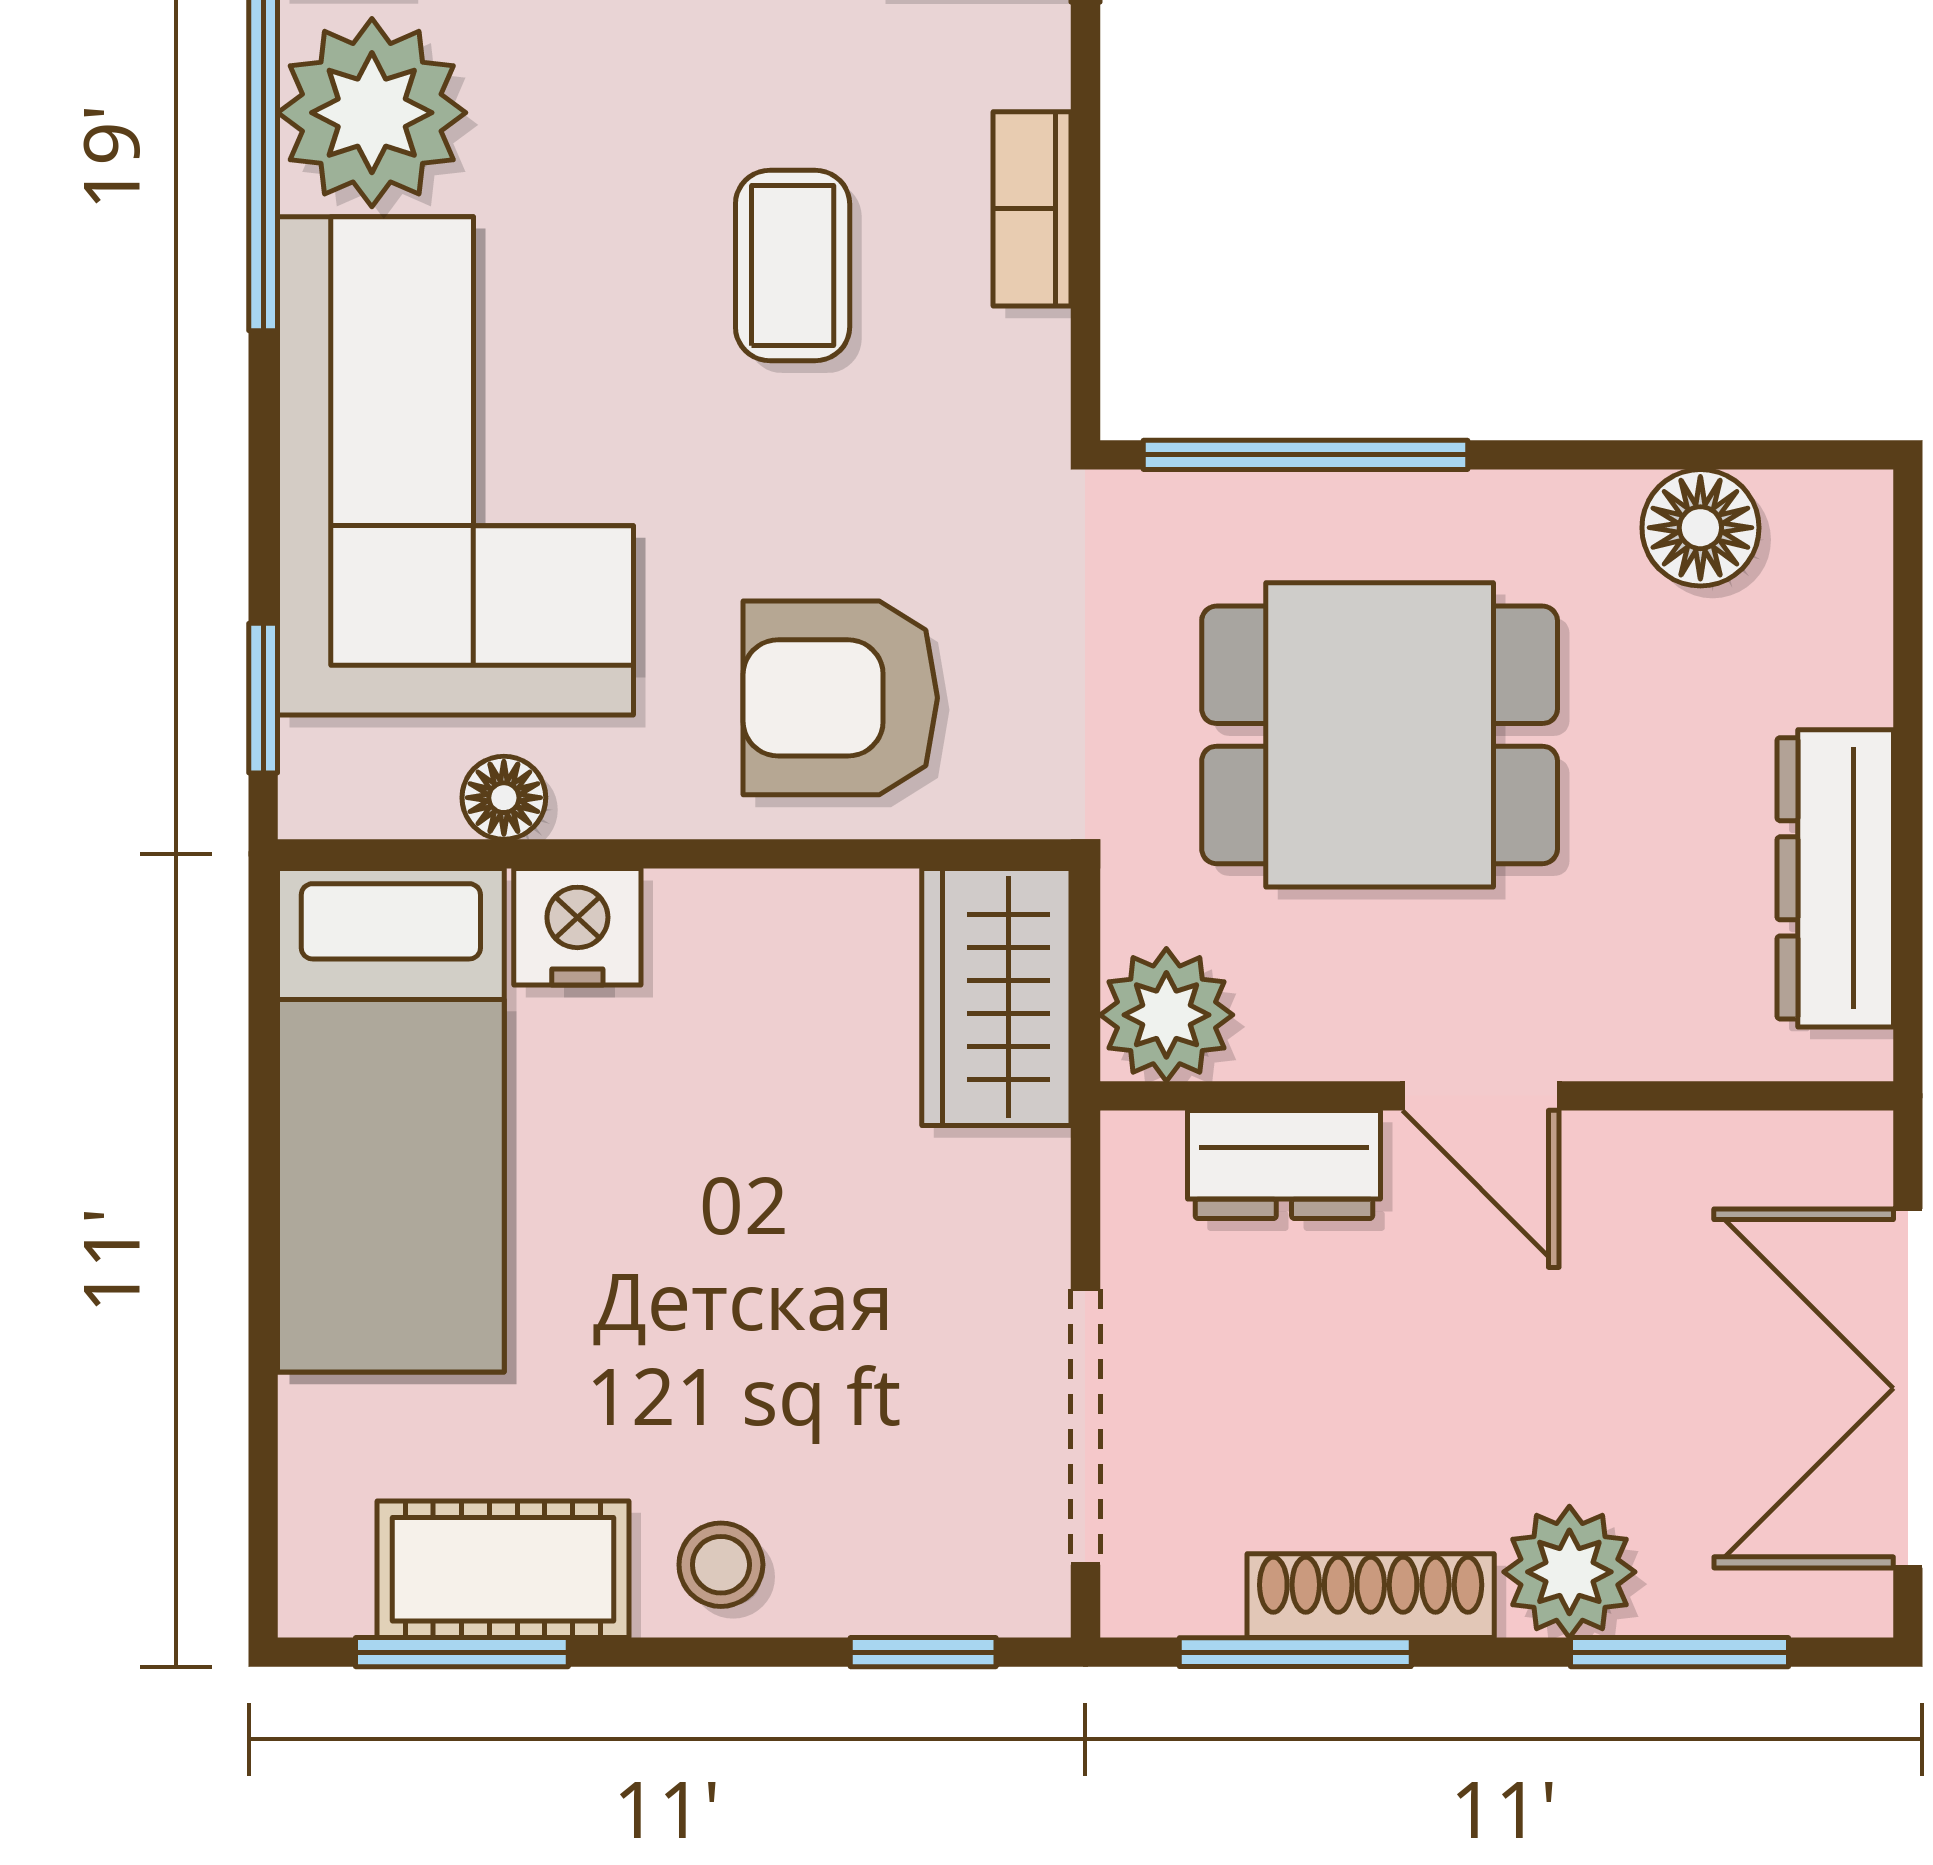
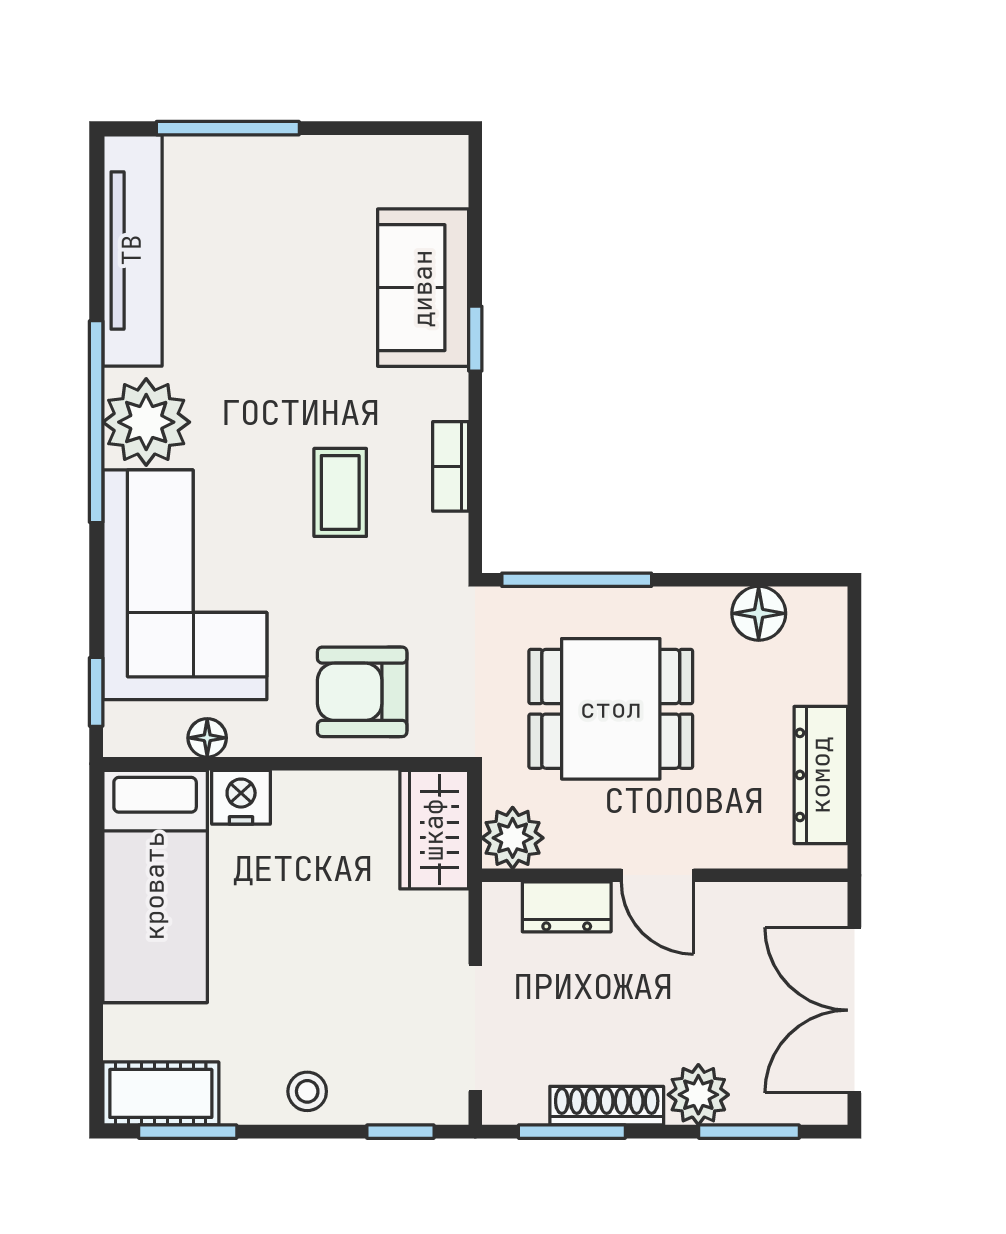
cot: (503, 1569) -> (161, 1093), moved

